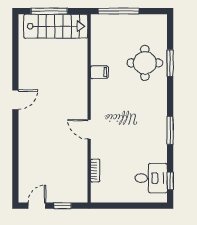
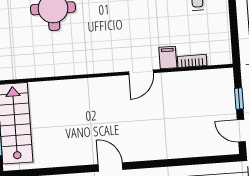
filing cabinet: (99, 72) -> (168, 58), moved

